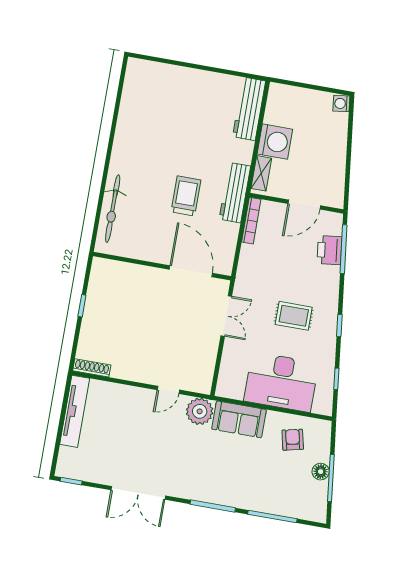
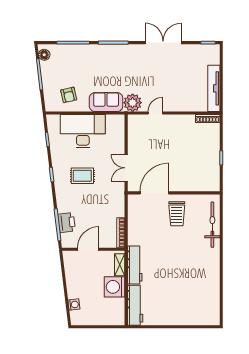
washing machine: (341, 104) -> (74, 305), moved
workbench: (235, 193) -> (135, 265), moved
trolley: (186, 196) -> (177, 214), moved
door: (191, 271) -> (154, 193), swing flipped
floor lamp: (321, 472) -> (44, 55), moved

